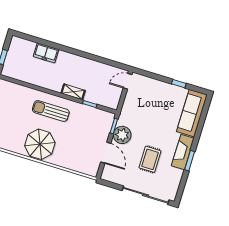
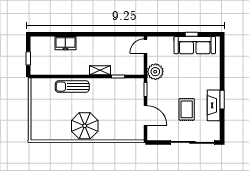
sun lounger: (51, 111) -> (72, 87), moved
sofa: (192, 113) -> (195, 45), moved, turned -90
plant: (122, 135) -> (155, 72), moved
fireplace: (183, 152) -> (214, 105), moved

